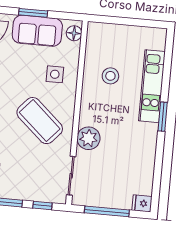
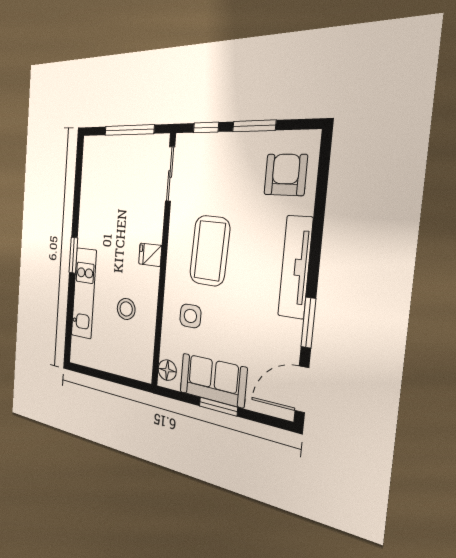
coffee table: (40, 121) -> (210, 251), turned 50
plant: (89, 138) -> (150, 227), removed
fridge: (142, 203) -> (150, 255), moved, turned 180

